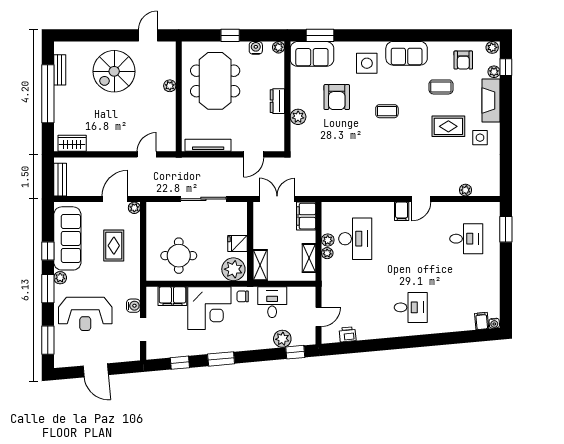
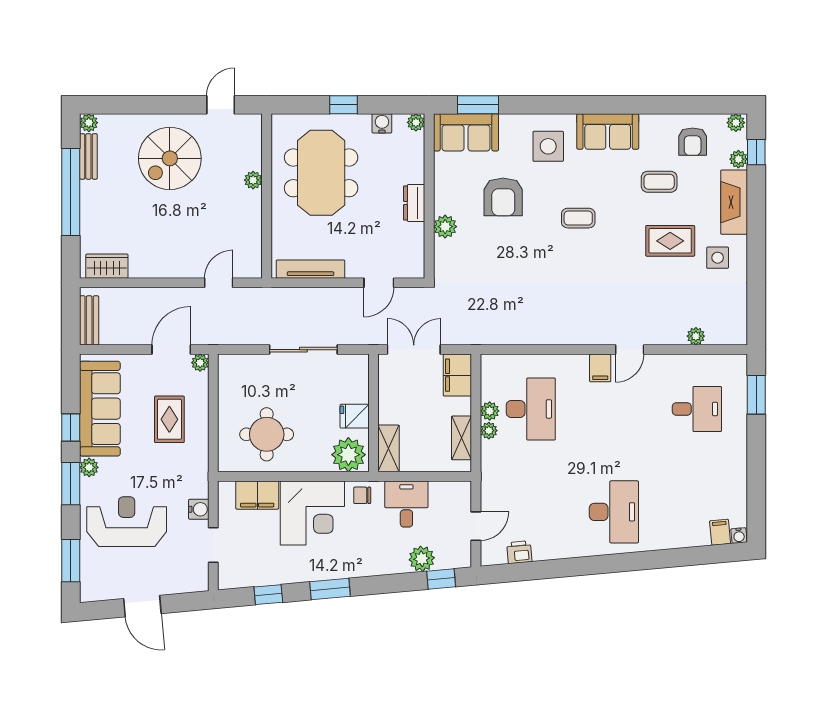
plant: (60, 47) -> (89, 123), added
desk: (411, 307) -> (614, 512), width x1.37
reception desk: (85, 314) -> (127, 522), turned 180

